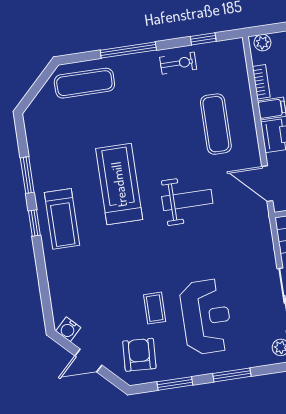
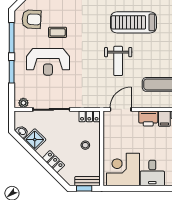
treadmill: (119, 184) -> (134, 22), turned 180
window: (175, 383) -> (12, 38), width x1.44

